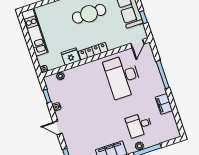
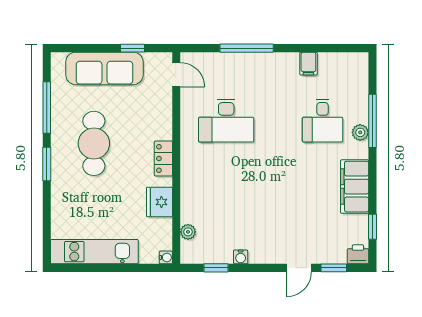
locker: (93, 51) -> (163, 159), width x0.66
desk: (123, 76) -> (226, 121), width x0.73, depth x0.77
filing cabinet: (164, 104) -> (308, 64), width x0.50
door: (58, 128) -> (299, 268), moved

